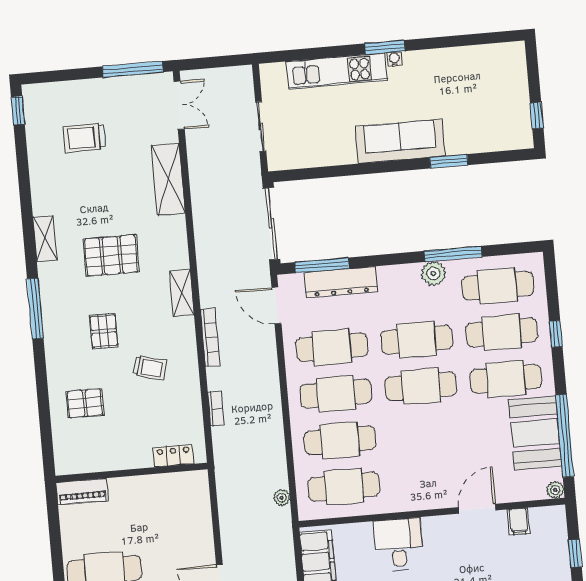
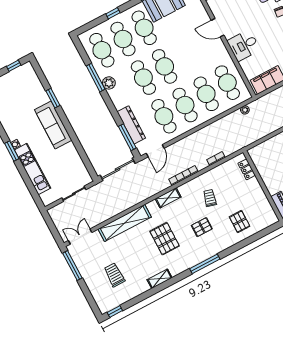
trolley: (84, 138) -> (114, 275), turned 180
shelving: (168, 179) -> (125, 223), width x1.47
shelving: (45, 238) -> (160, 279), moved
door: (477, 509) -> (218, 28), moved

